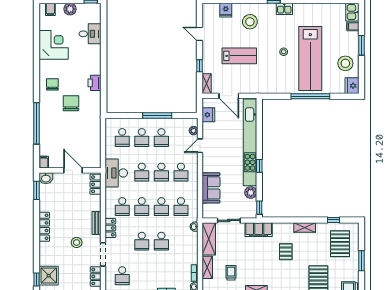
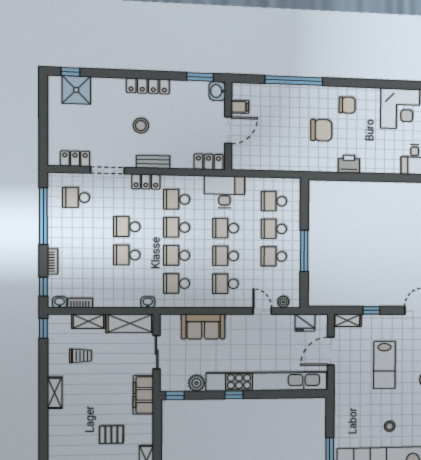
filing cabinet: (44, 162) -> (240, 107), moved
stool: (77, 242) -> (141, 126), moved

